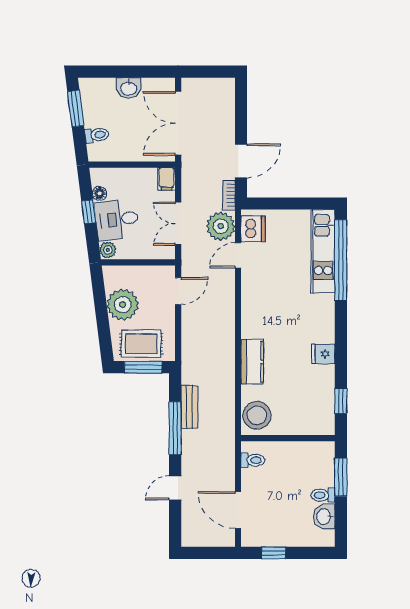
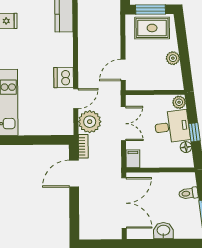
dishwasher: (253, 229) -> (64, 78), moved
plant: (123, 305) -> (173, 58), width x0.53, depth x0.53

